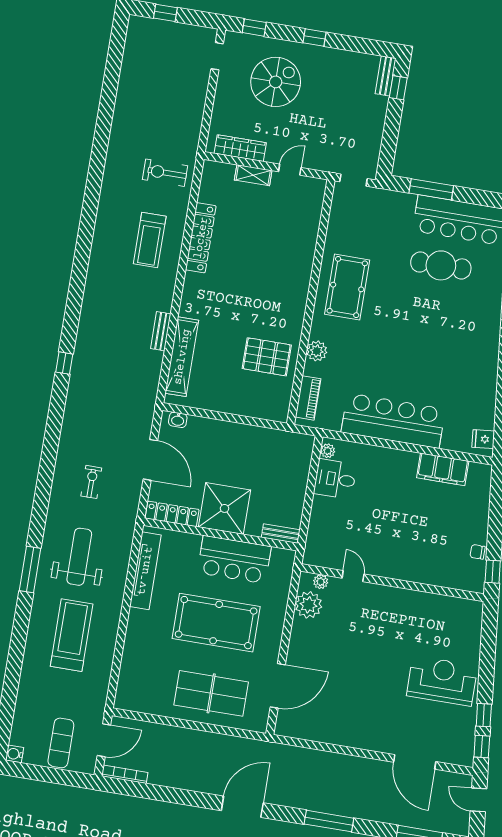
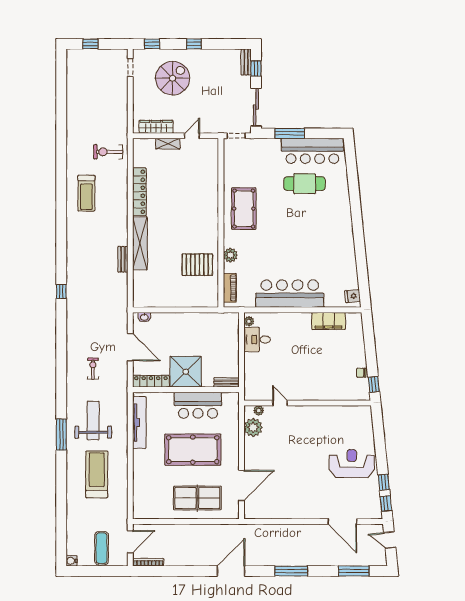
sliding door: (389, 144) -> (256, 107), added
treadmill: (150, 240) -> (86, 193), moved
shelving: (182, 357) -> (140, 243), moved

